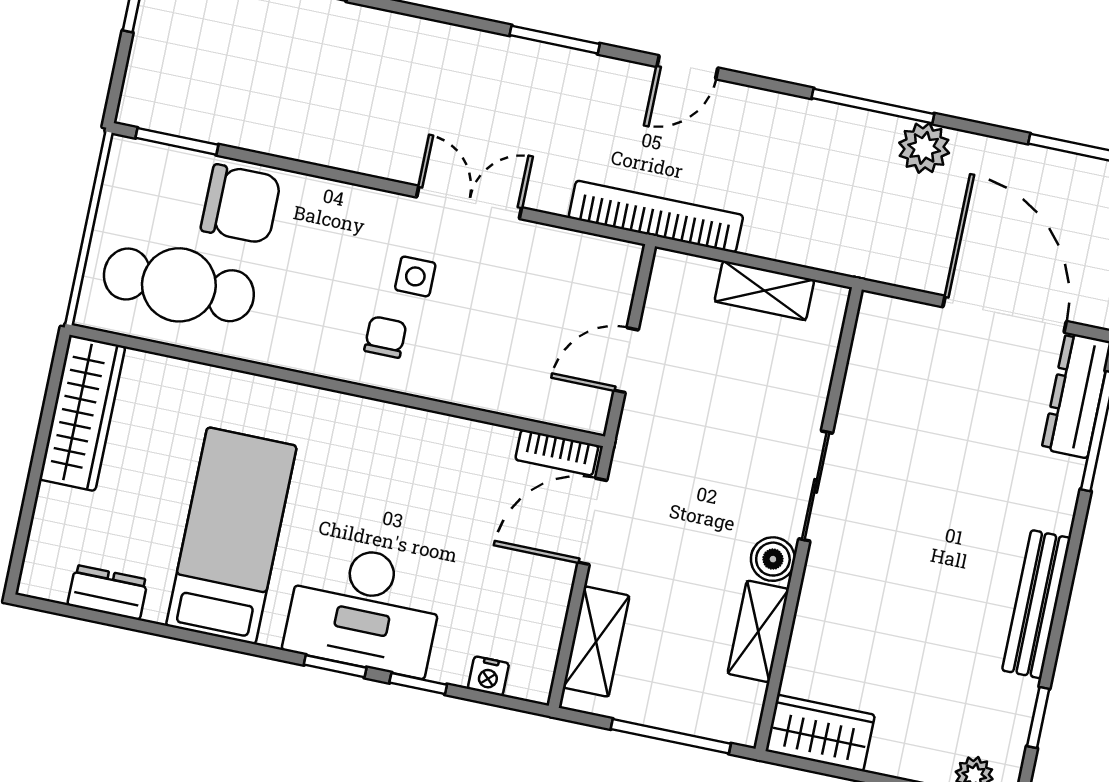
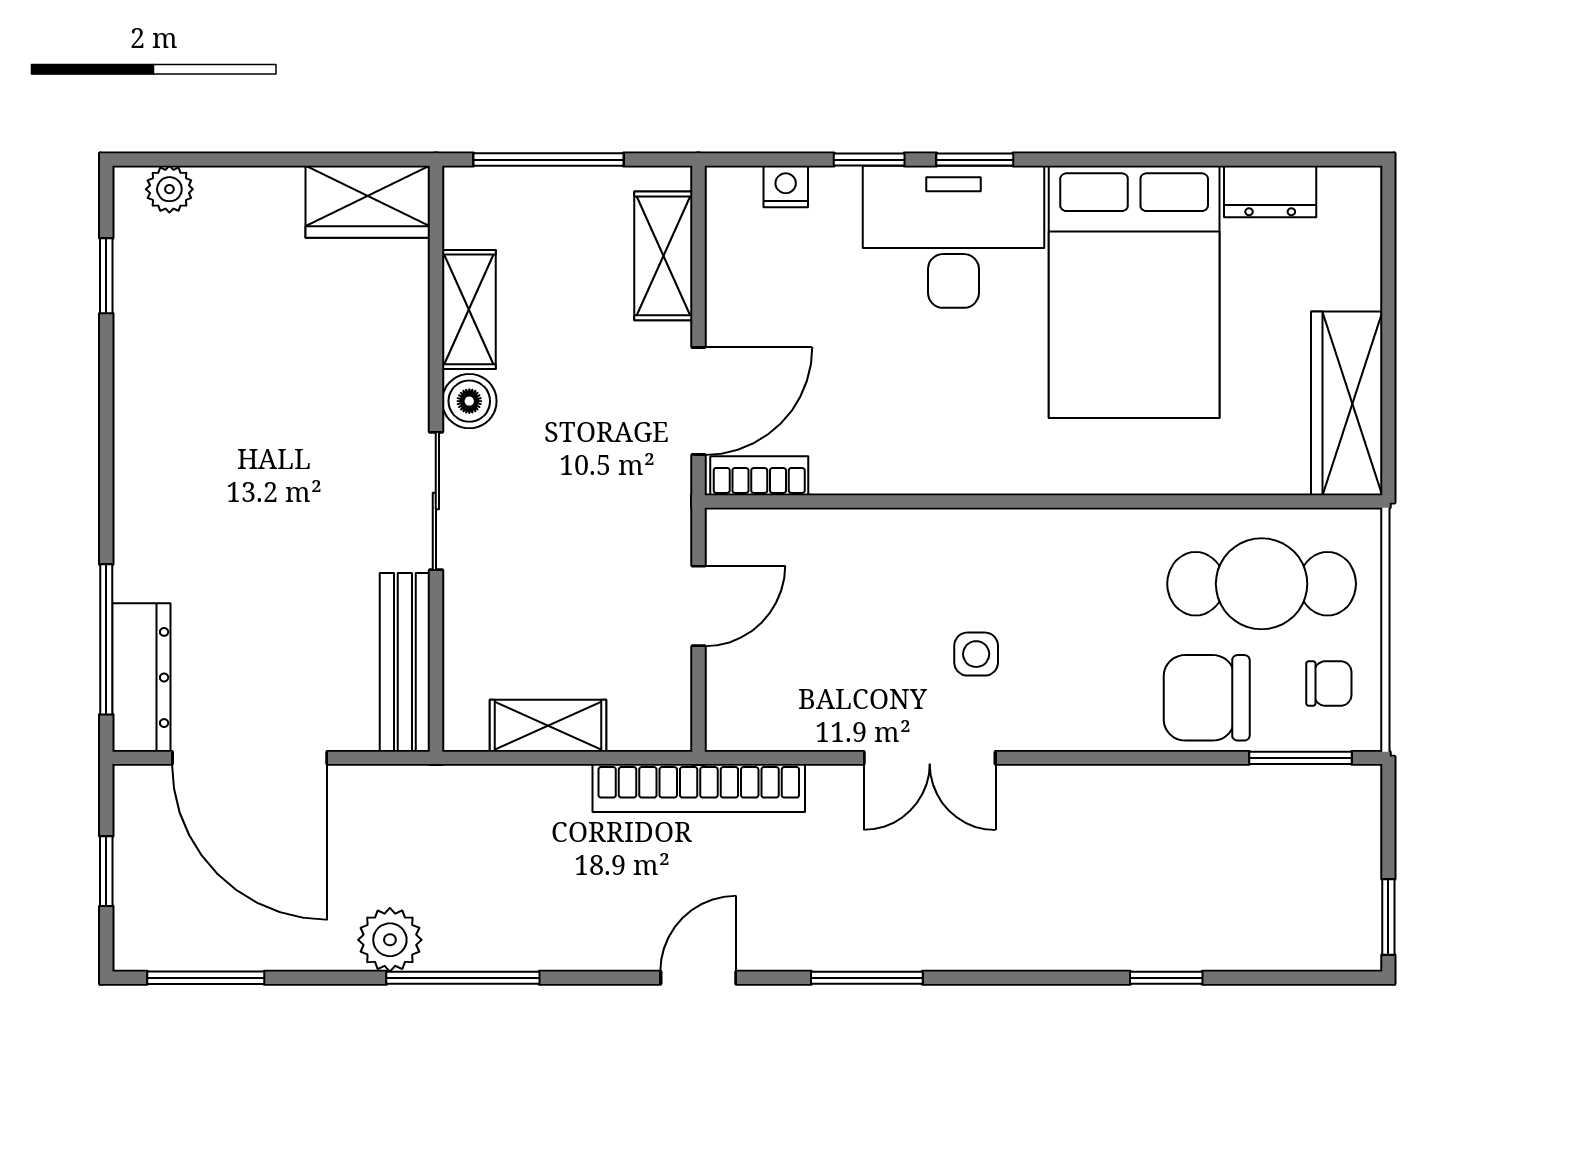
chair: (385, 337) -> (1329, 684), moved, turned -90
bed: (231, 536) -> (1134, 292), width x1.50
bench: (1036, 604) -> (405, 662), moved

